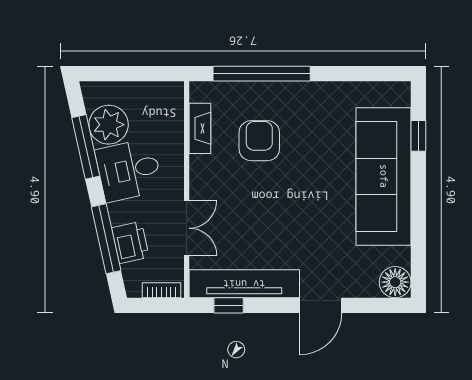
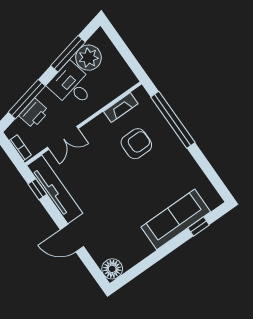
sofa: (384, 176) -> (176, 219), width x0.74, depth x0.79

